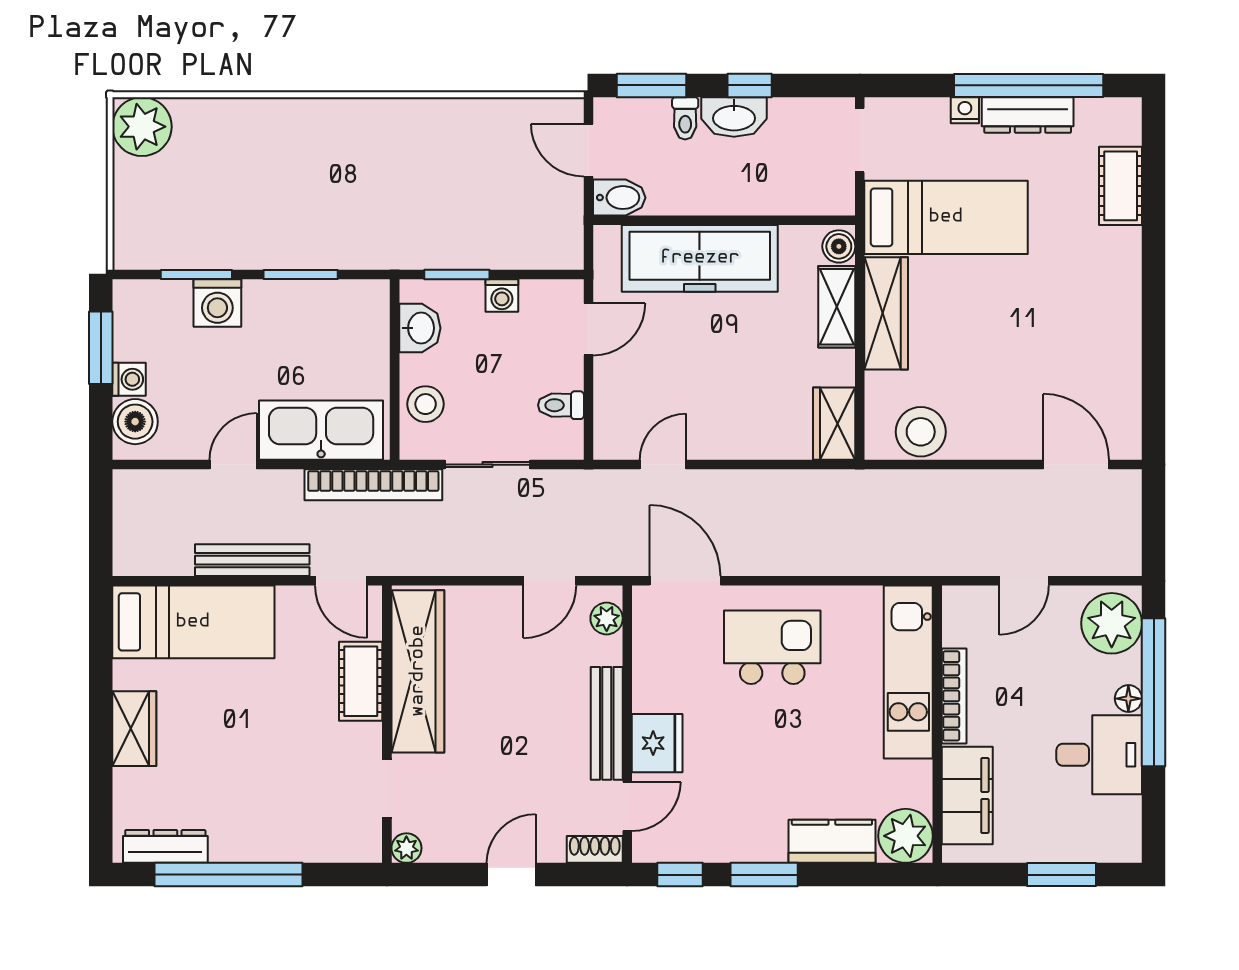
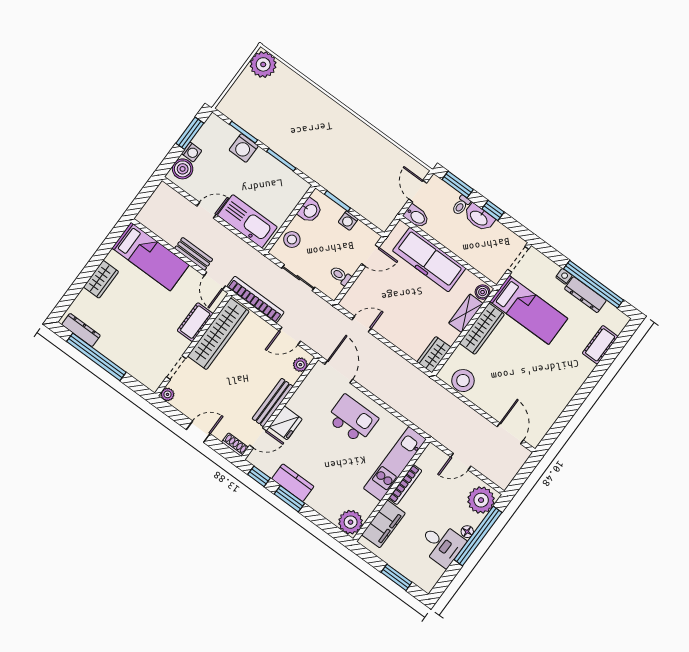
bookcase: (373, 485) -> (255, 300), moved, turned 180
bench: (252, 560) -> (194, 254), width x0.73
kitchen counter: (832, 841) -> (293, 483), moved

